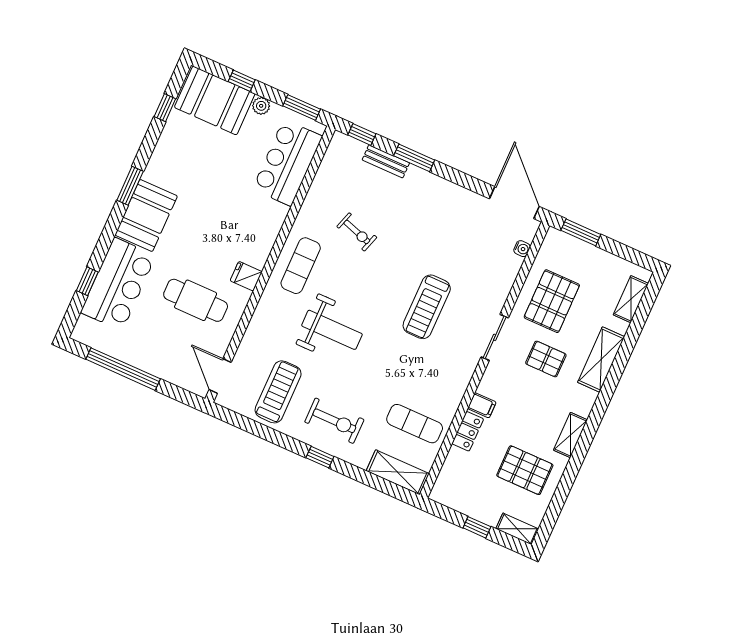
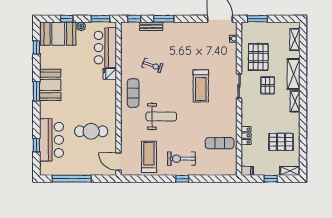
booth: (146, 215) -> (50, 85), moved
fridge: (246, 276) -> (110, 74), moved
pallet: (546, 359) -> (268, 85), turned 90
filing cabinet: (482, 405) -> (247, 171), moved
exercise bike: (334, 421) -> (181, 159), turned 180
shelving: (570, 435) -> (295, 101), moved
shelving: (398, 472) -> (222, 169), removed

